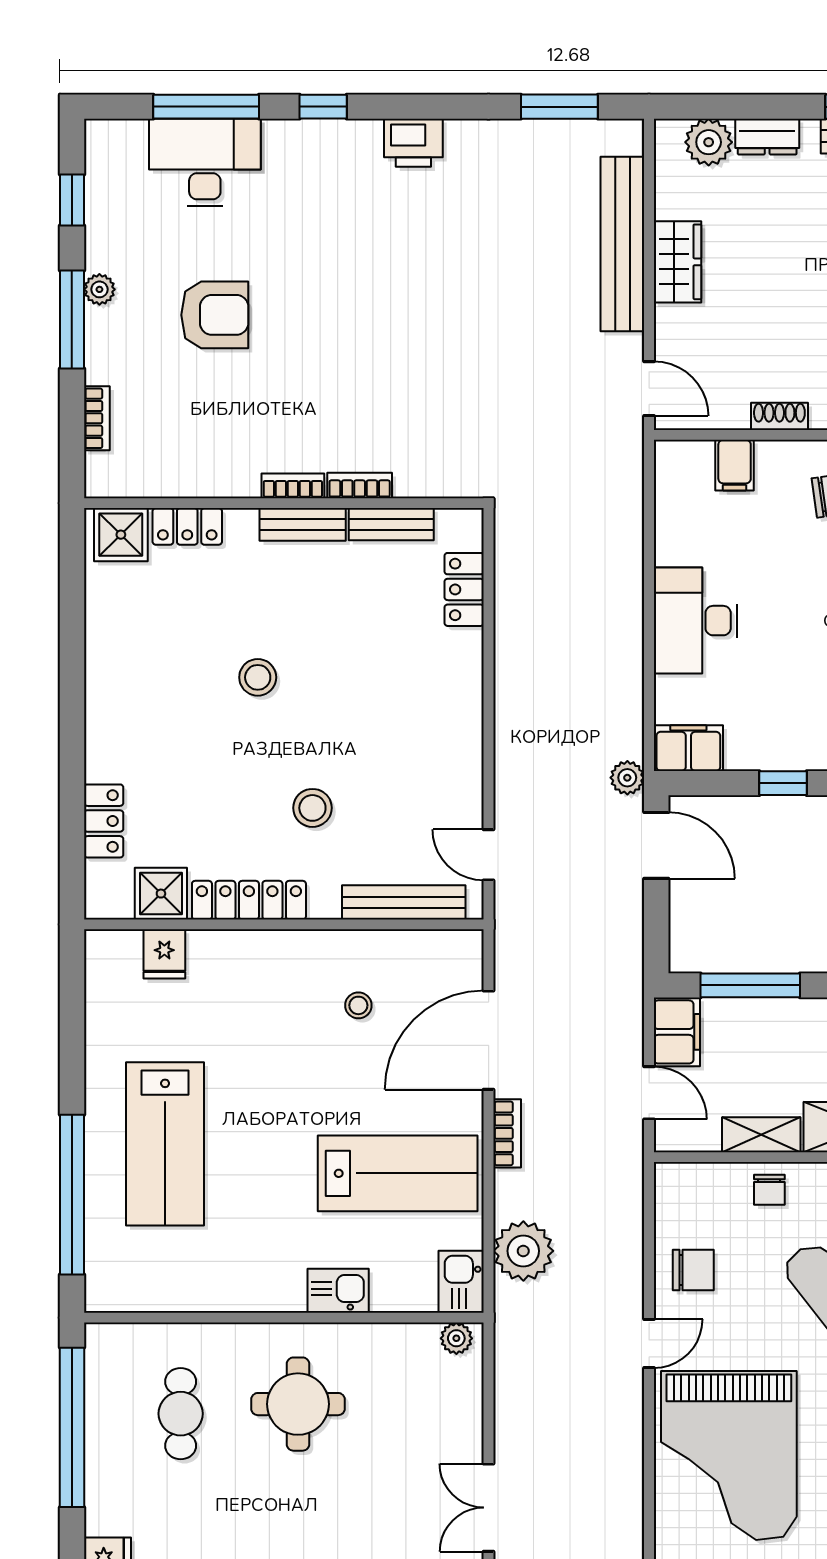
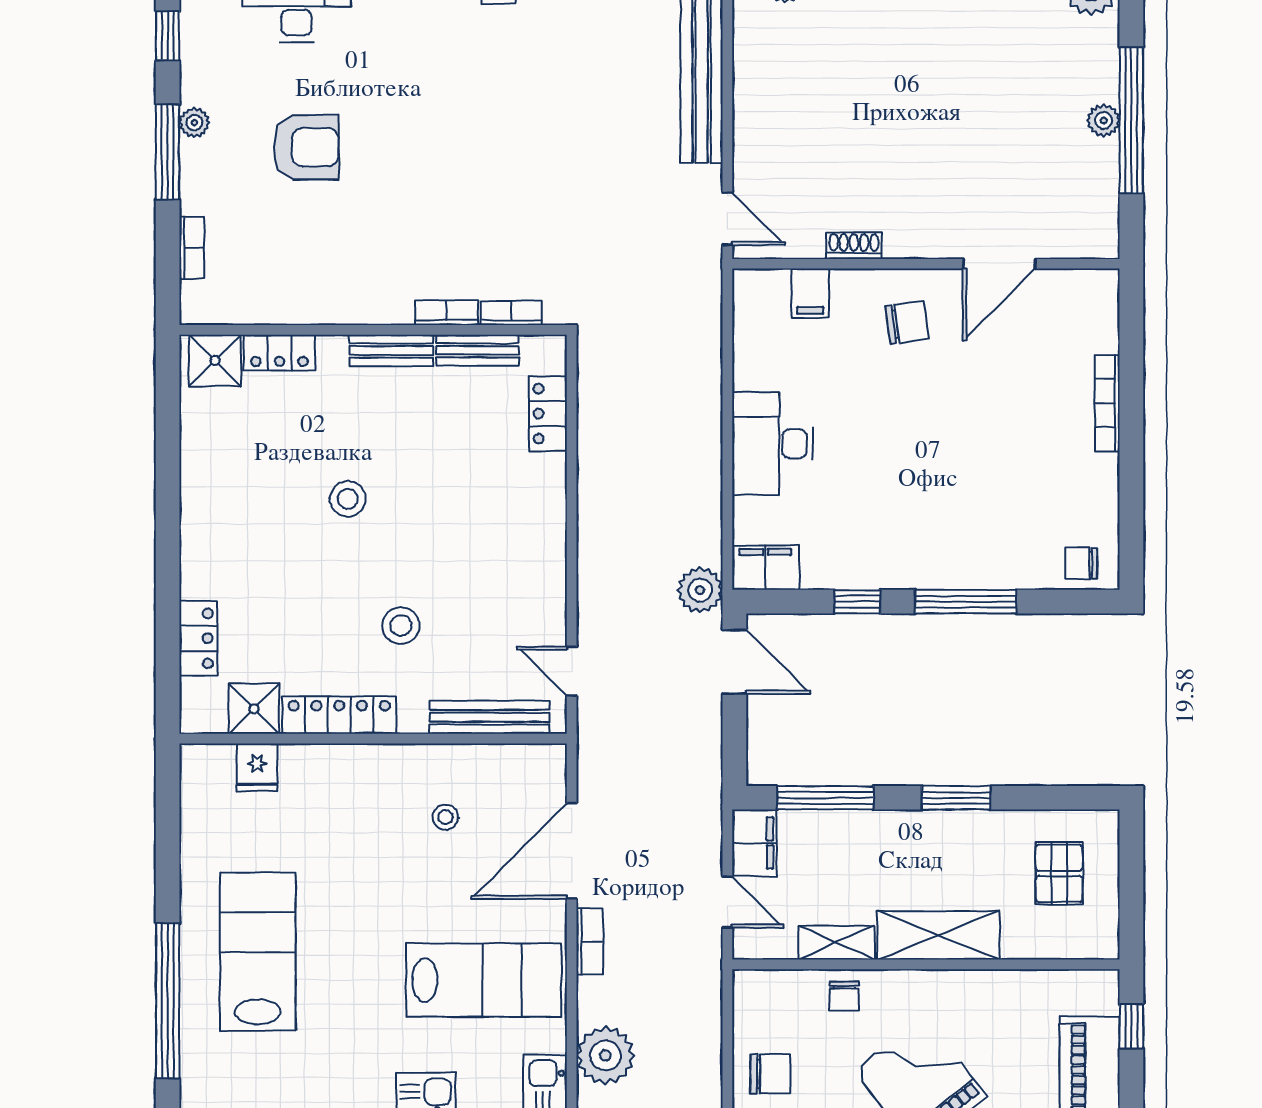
wardrobe: (677, 262) -> (755, 96), removed
bookcase: (293, 486) -> (511, 313), moved
plant: (627, 778) -> (700, 590), width x1.38, depth x1.38
lab bench: (165, 1144) -> (258, 952), turned 180

